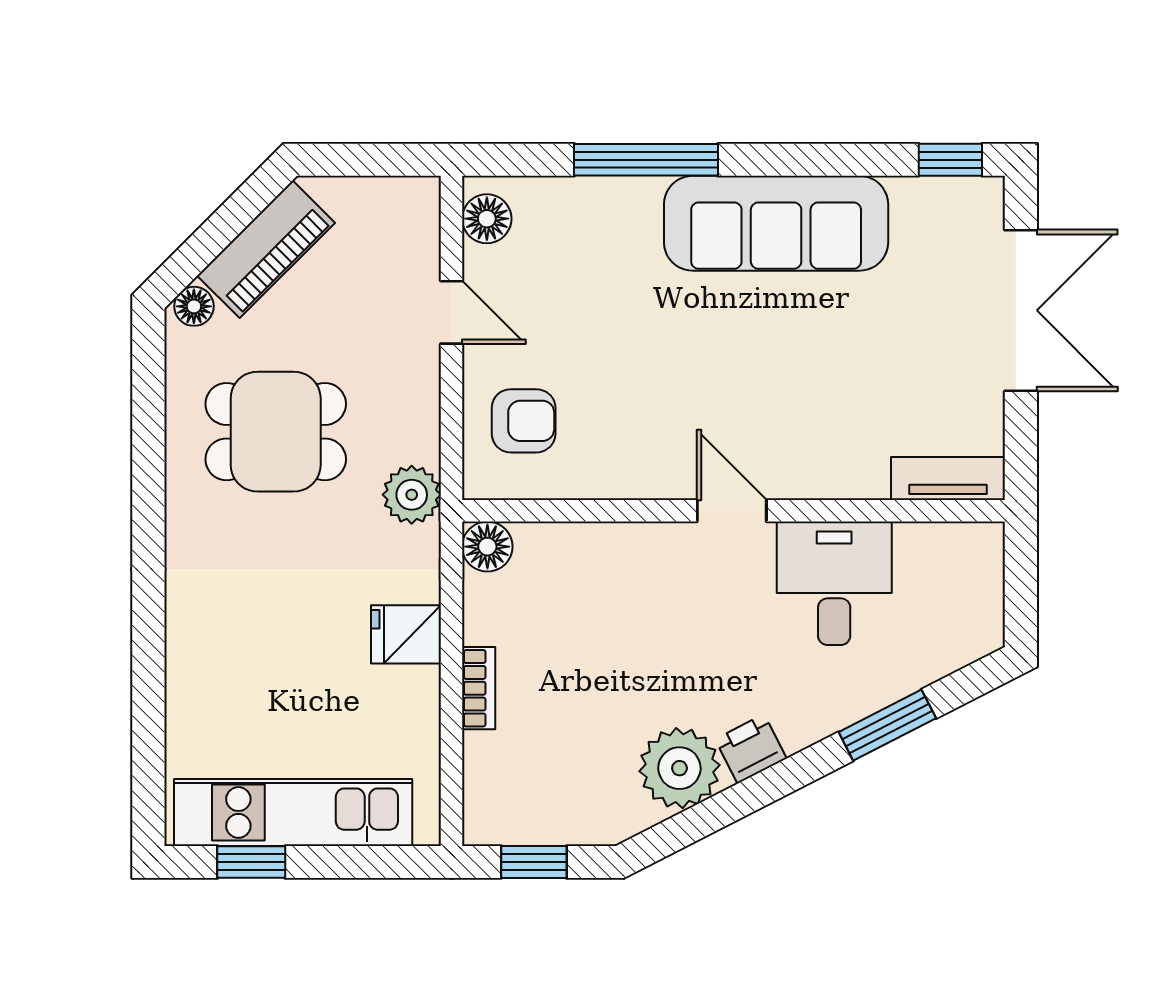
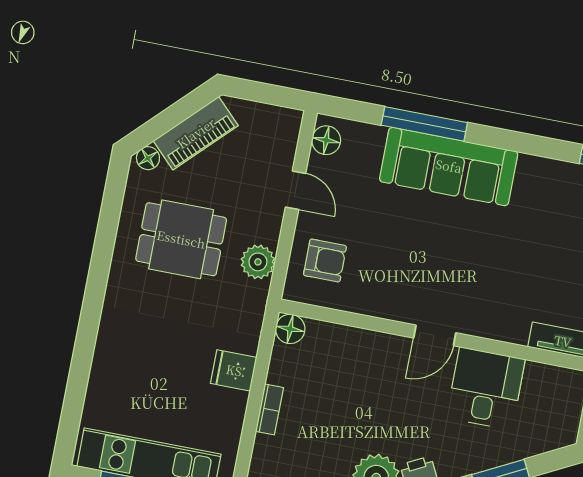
sofa: (776, 223) -> (449, 166), moved
plant: (412, 495) -> (258, 262), moved
door: (732, 511) -> (435, 335), swing flipped

